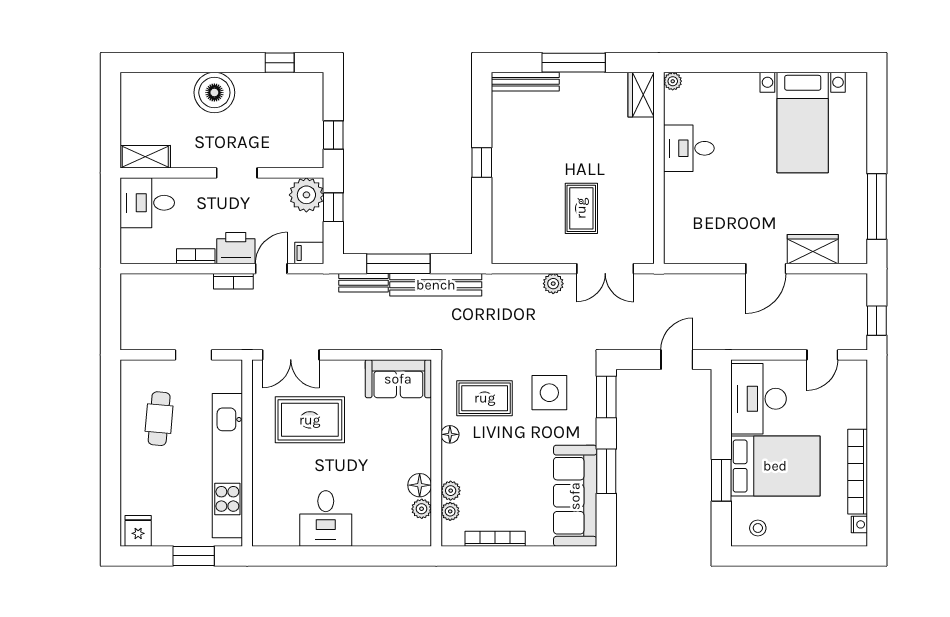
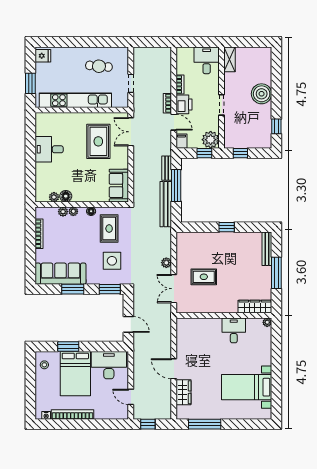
wardrobe: (641, 95) -> (255, 307), width x1.50
plant: (450, 511) -> (73, 211), moved

